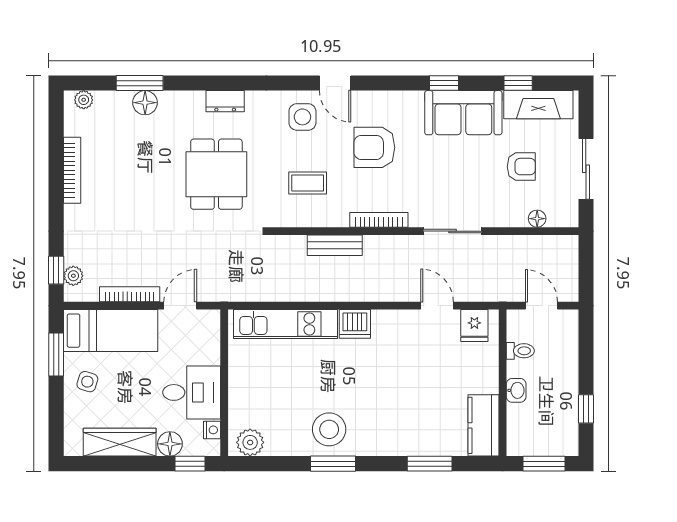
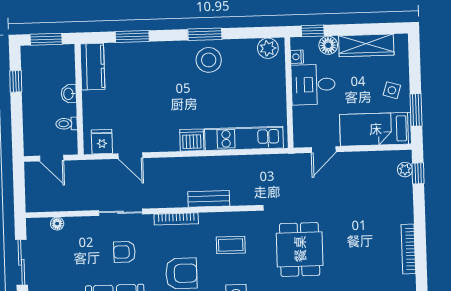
armchair: (521, 167) -> (124, 252), moved
bookcase: (130, 294) -> (362, 157), removed

